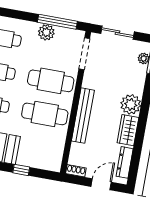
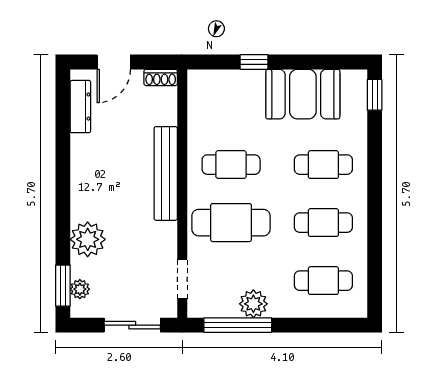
doorway: (84, 54) -> (182, 279), width x0.73
plant: (131, 104) -> (88, 239), moved
cafe table: (45, 114) -> (231, 165), width x0.73, depth x0.74
wardrobe: (128, 130) -> (85, 162), removed

